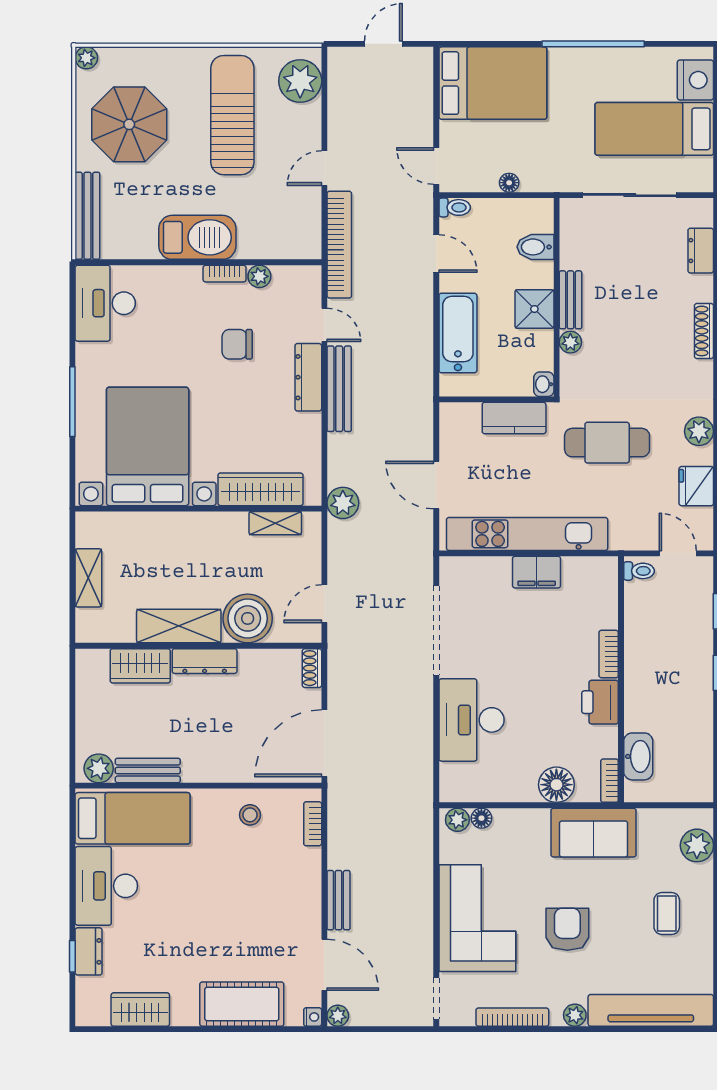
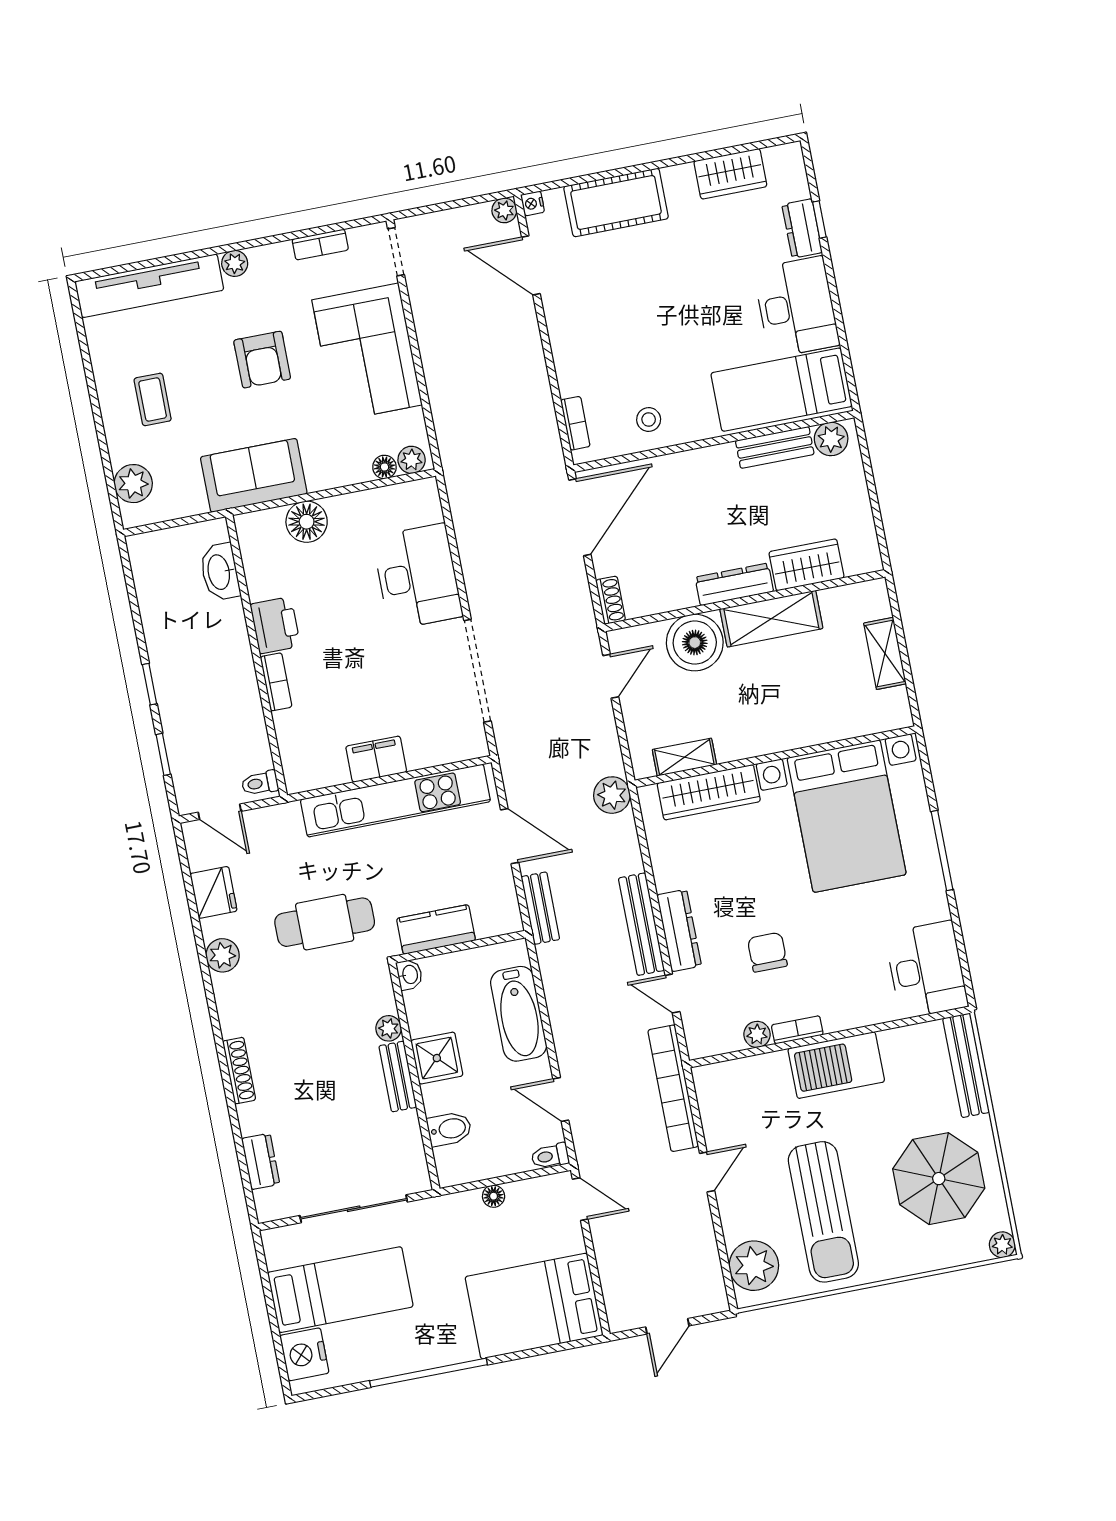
chair: (237, 344) -> (767, 952), turned -90
bookcase: (609, 781) -> (247, 538), removed
bench: (338, 900) -> (540, 908), moved
bookcase: (512, 1017) -> (320, 245), width x0.64

